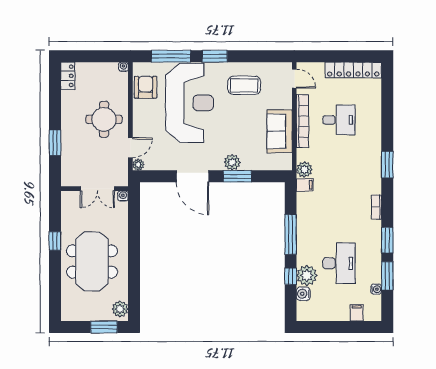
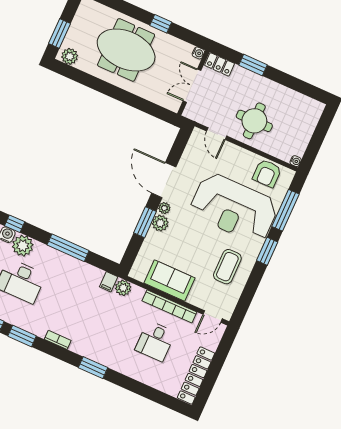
locker: (68, 76) -> (220, 64), moved
armchair: (146, 87) -> (267, 173), turned 90
plant: (138, 165) -> (164, 208), moved
door: (193, 176) -> (164, 180), hinge flipped
water cooler: (123, 196) -> (198, 53), moved
window: (291, 276) -> (15, 224), moved

